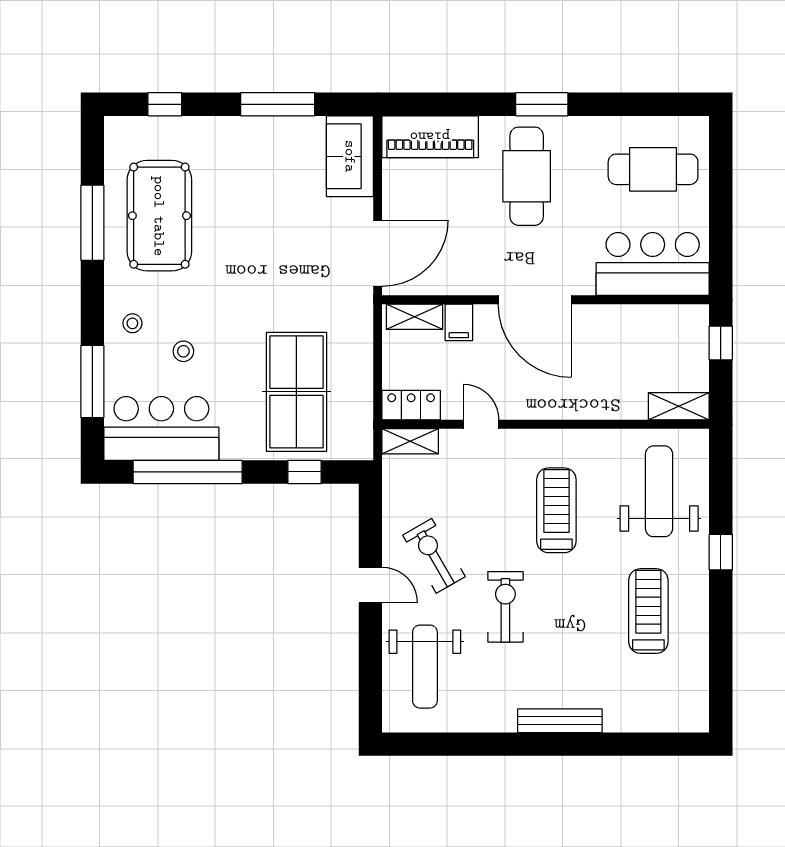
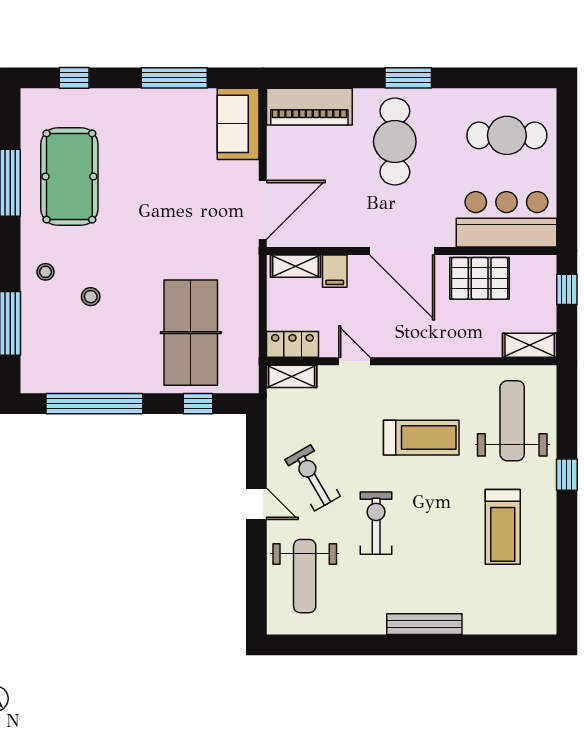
pallet: (622, 331) -> (480, 278), added
bar counter: (161, 428) -> (71, 365), removed
treadmill: (556, 510) -> (421, 438), turned 90
treadmill: (648, 611) -> (503, 527), turned 180

